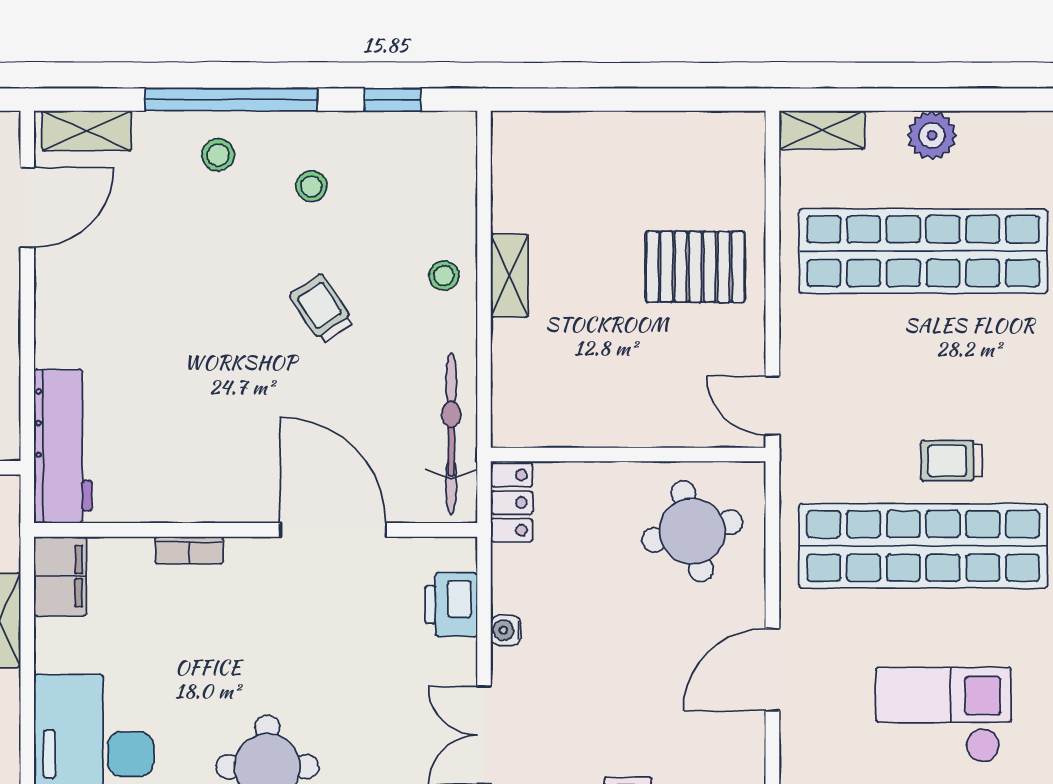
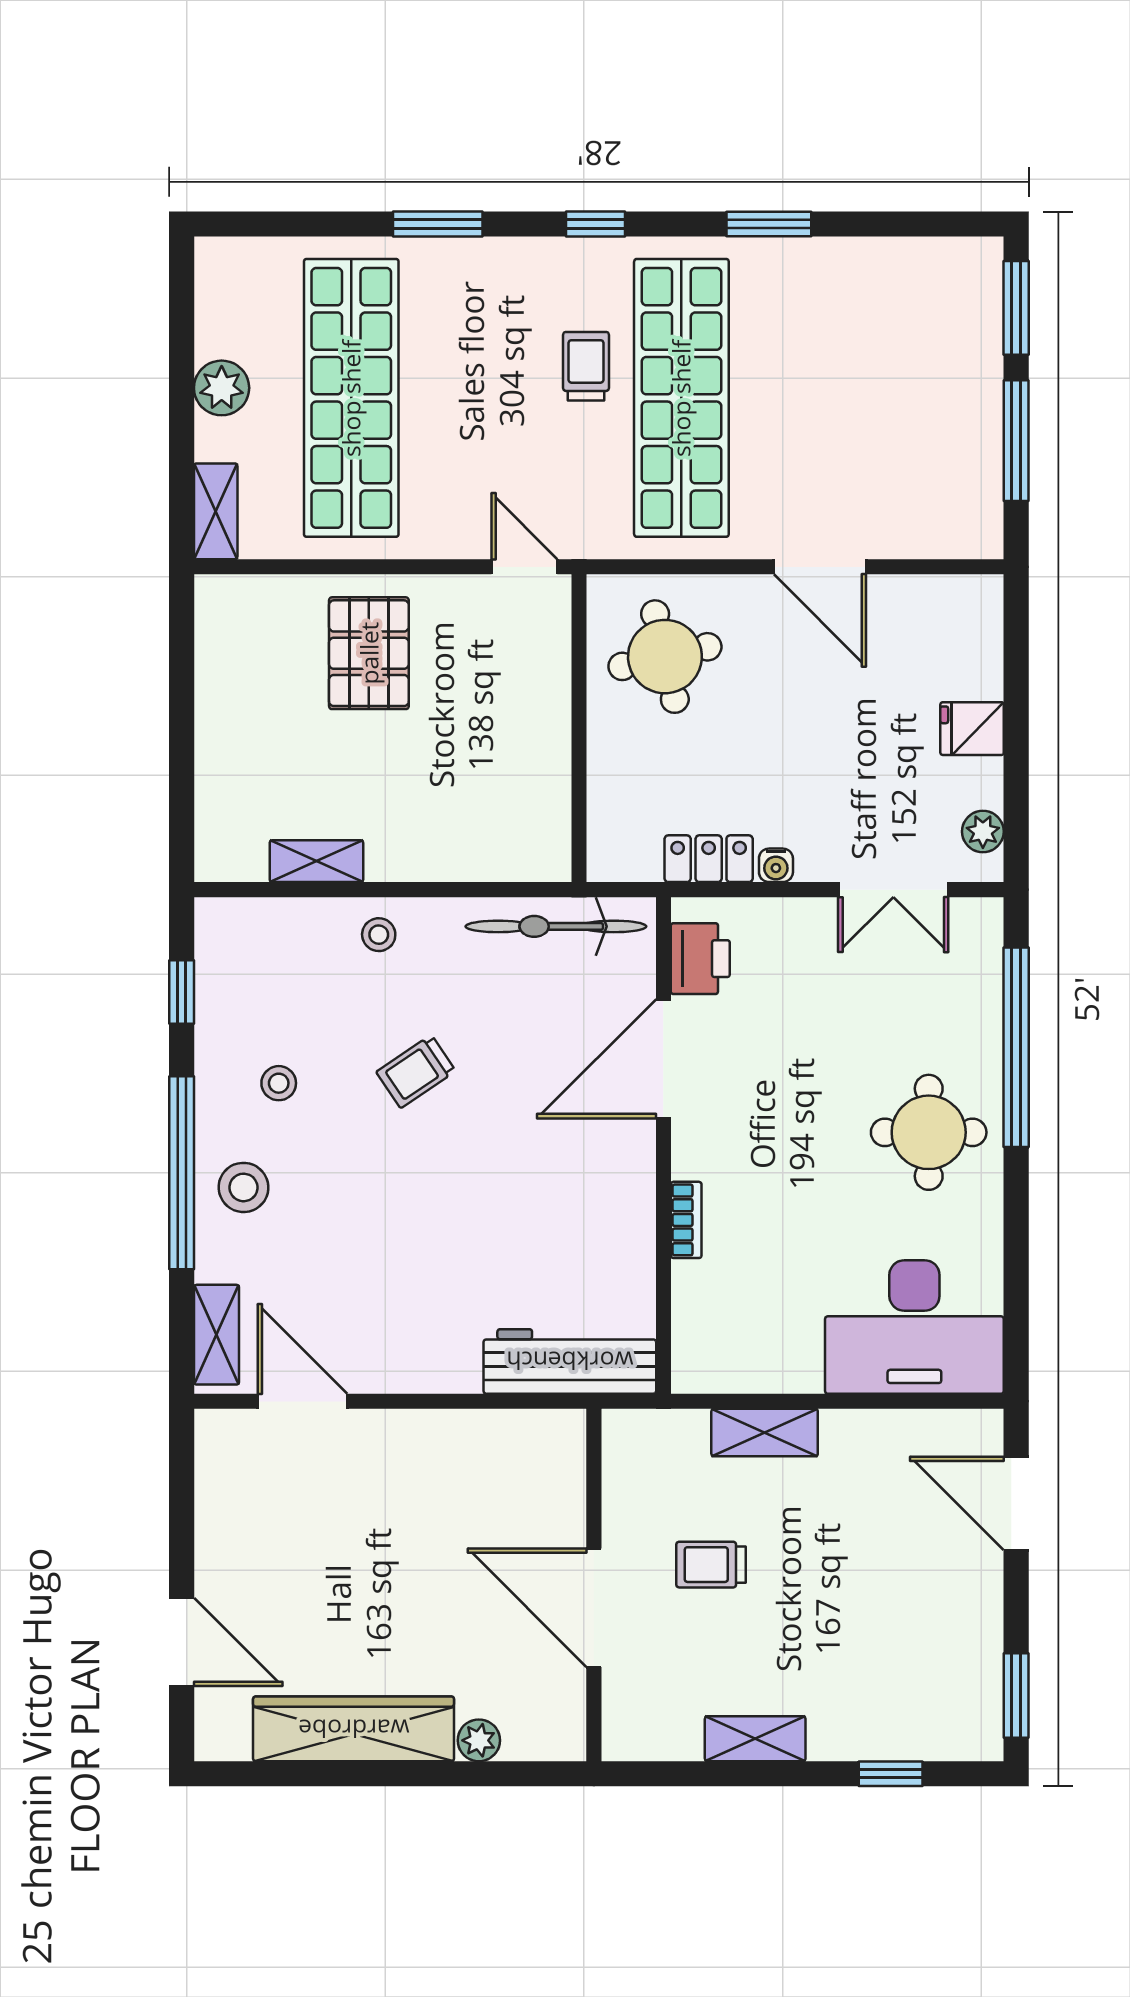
stool: (218, 155) -> (244, 1187), width x1.37, depth x1.37
shelving: (509, 276) -> (316, 861), moved
door: (772, 406) -> (524, 567), swing flipped
trolley: (951, 461) -> (586, 366), turned 180
locker: (512, 503) -> (709, 859), moved
filing cabinet: (60, 576) -> (715, 1364), removed
printer: (451, 605) -> (700, 959), moved, turned -90
checkout: (943, 715) -> (870, 375), removed

